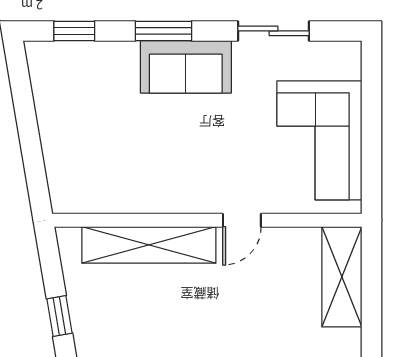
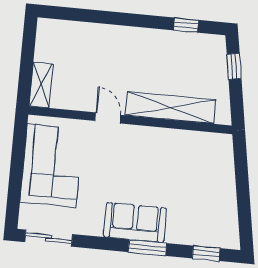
sliding door: (273, 31) -> (49, 238), moved
door: (242, 220) -> (108, 118), hinge flipped
shelving: (342, 277) -> (41, 85), width x0.67, depth x0.75

